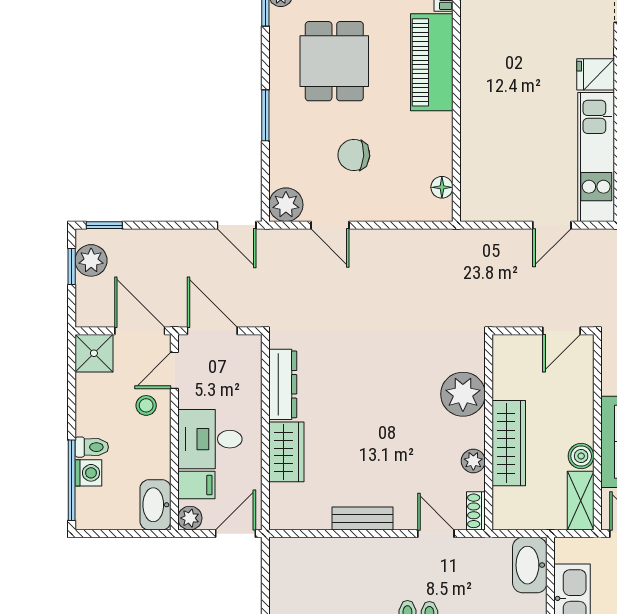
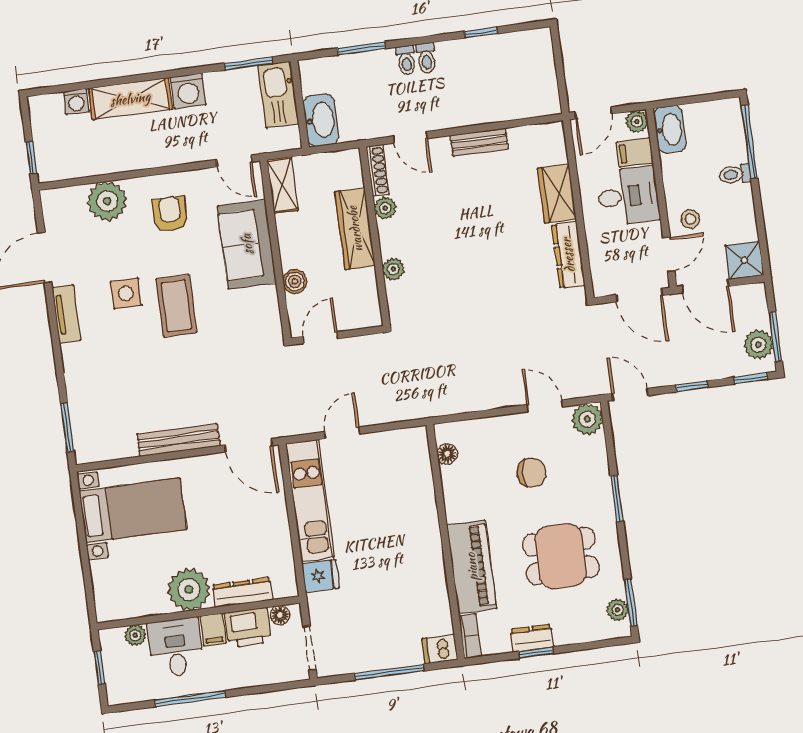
dining table: (334, 61) -> (561, 556), turned 90
window: (169, 225) -> (692, 386), added
window: (72, 267) -> (775, 337), width x1.50
plant: (463, 394) -> (393, 269), width x0.53, depth x0.53
boiler: (581, 456) -> (295, 281), moved
washing machine: (88, 473) -> (735, 150), removed
shoe rack: (476, 511) -> (378, 170), width x1.43

